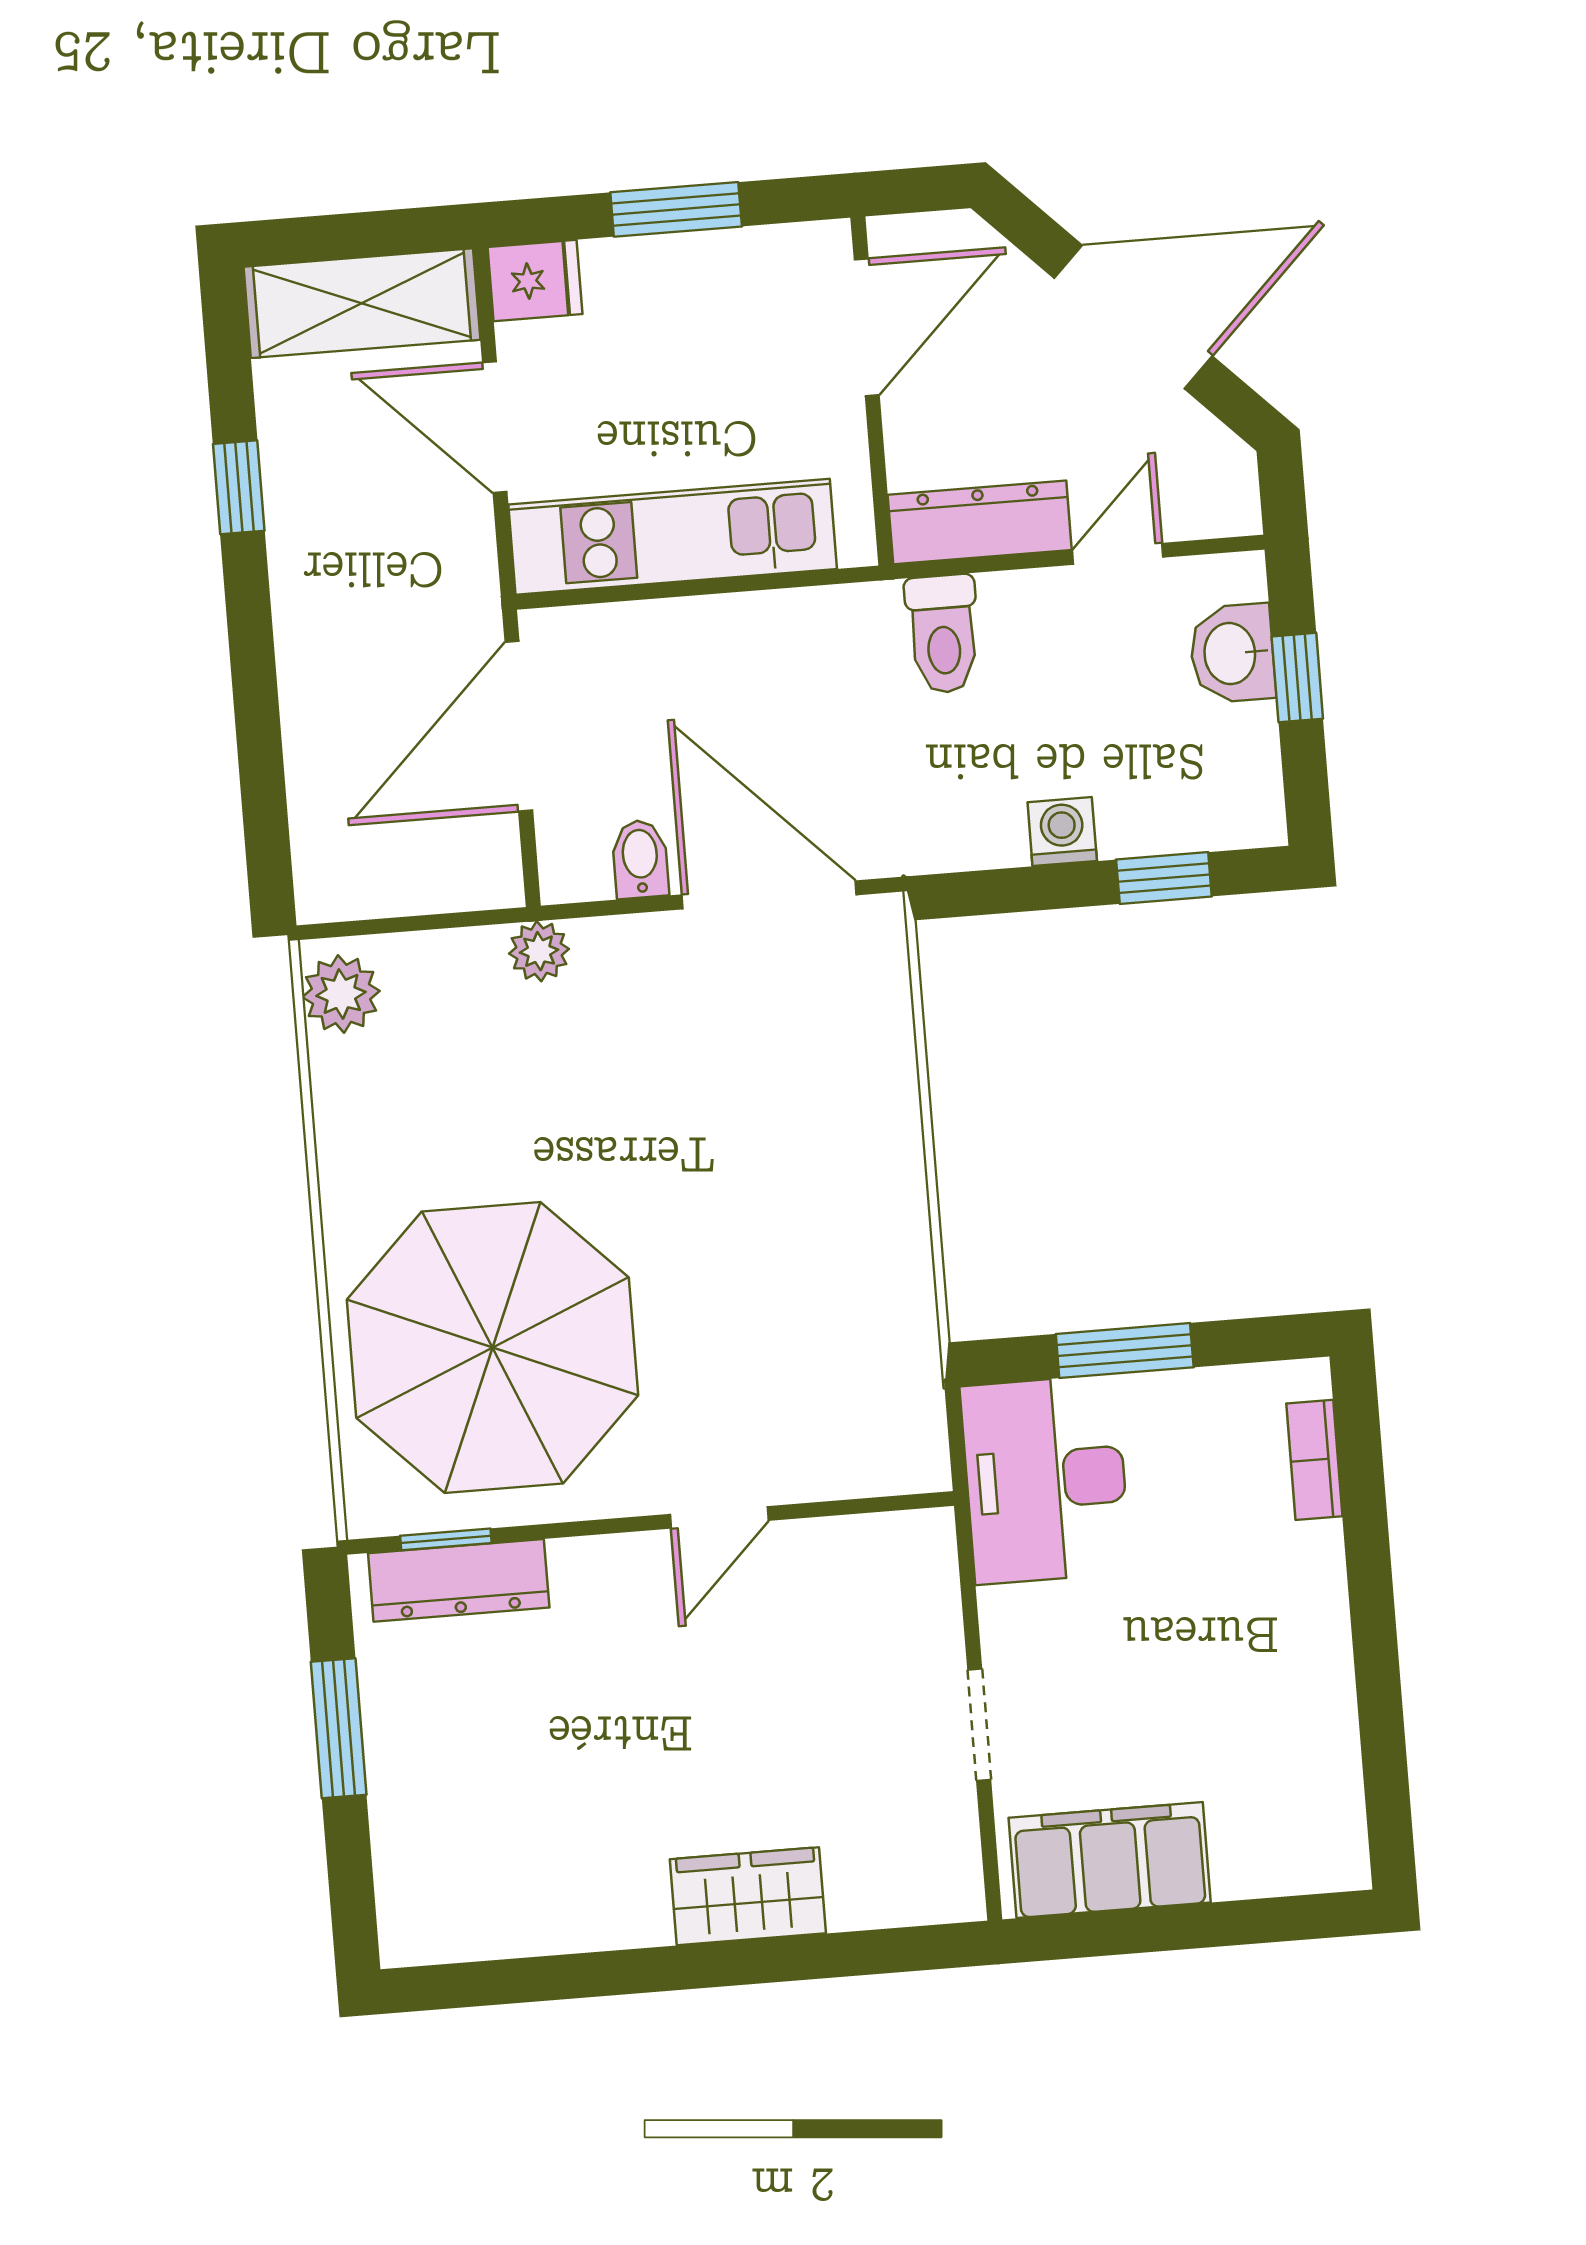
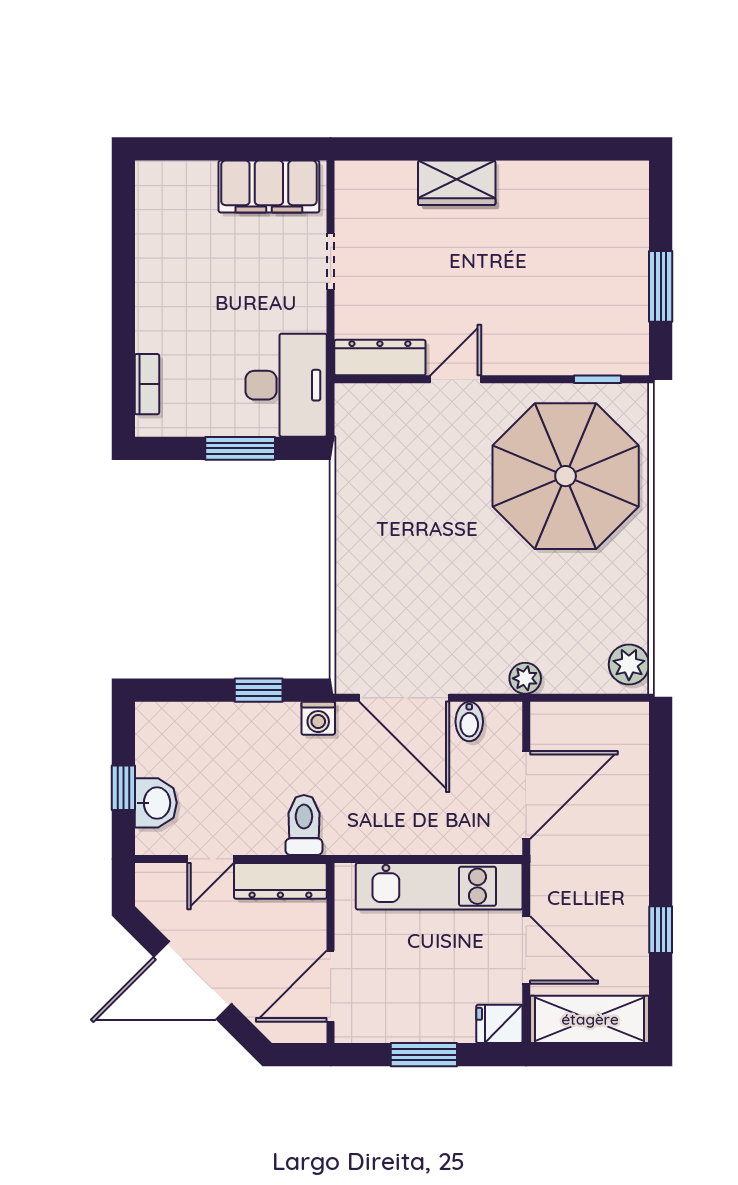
washing machine: (1062, 832) -> (318, 718), moved
window: (1164, 878) -> (259, 690), moved
dresser: (459, 1580) -> (380, 358), moved

